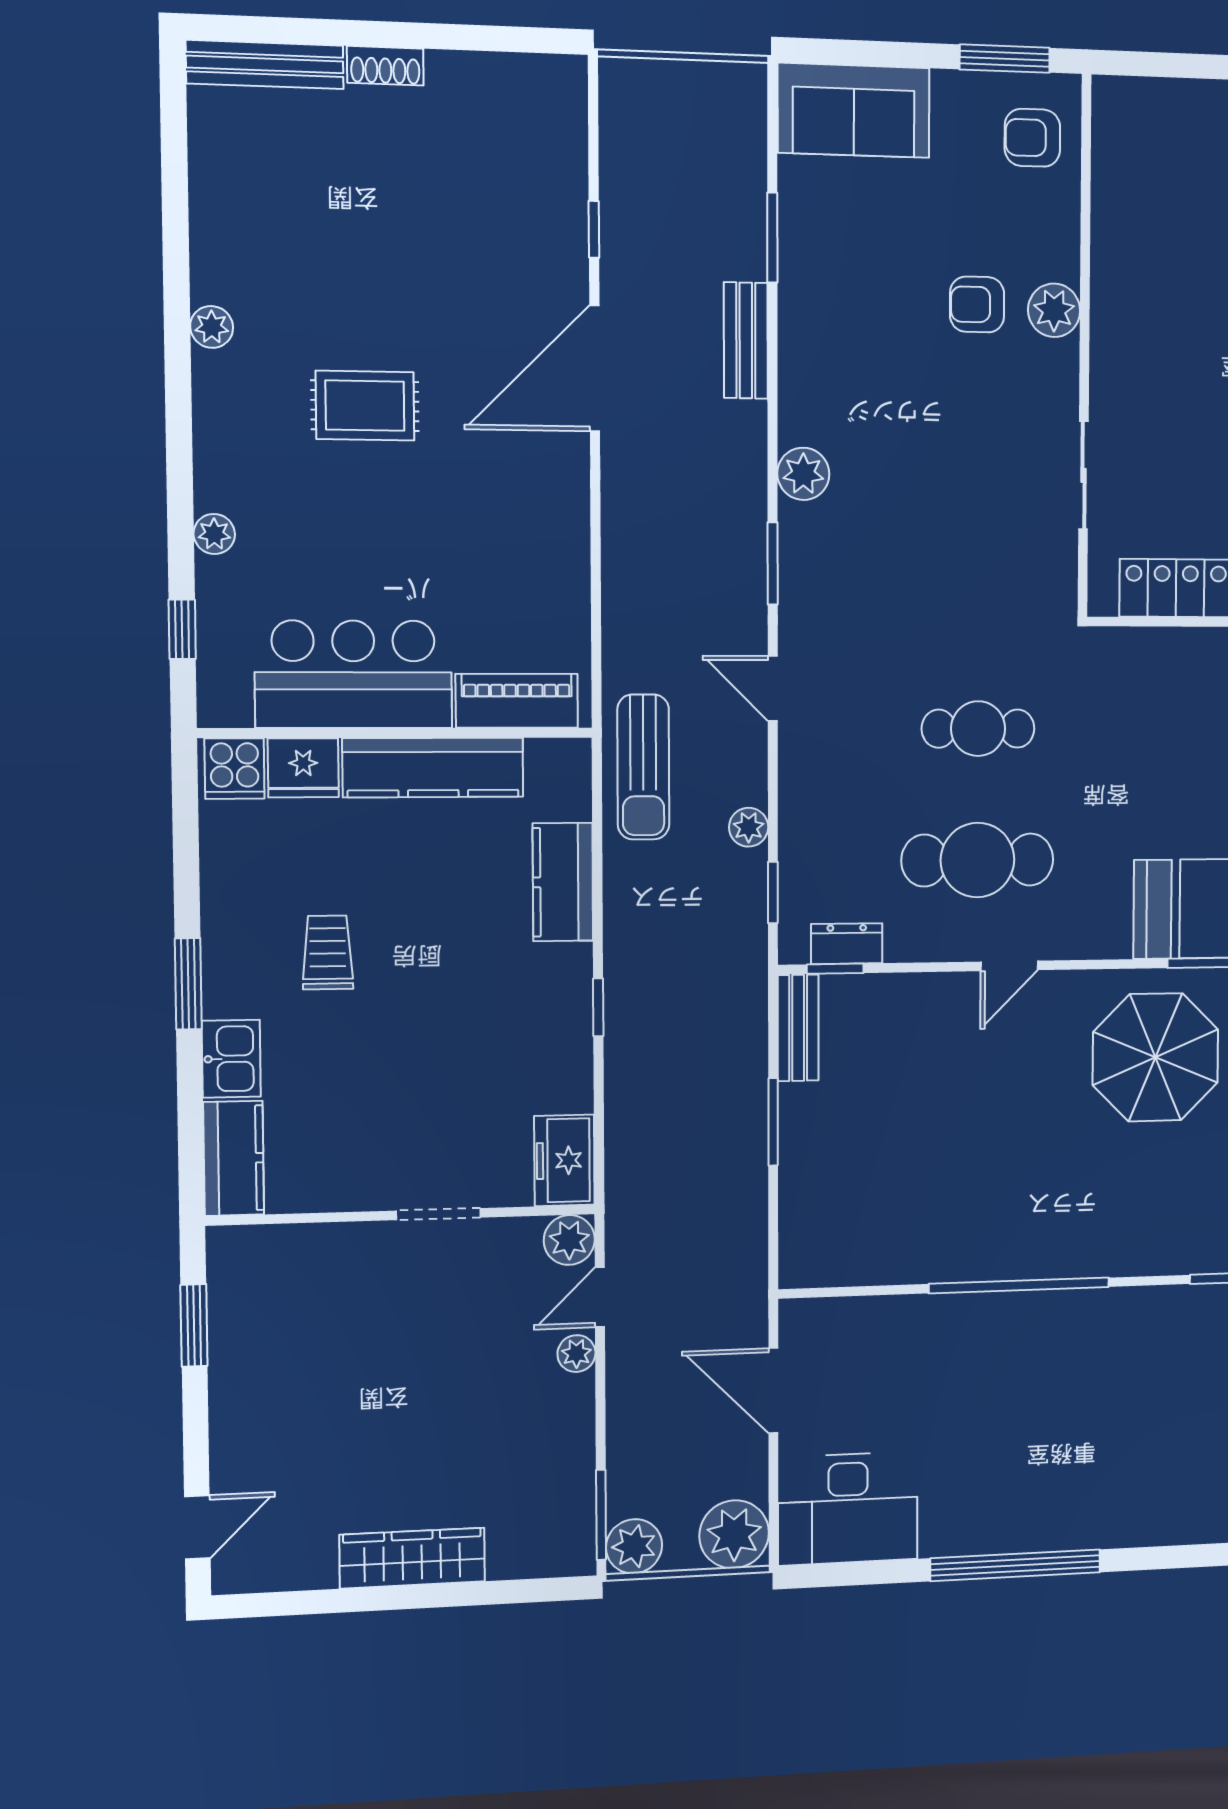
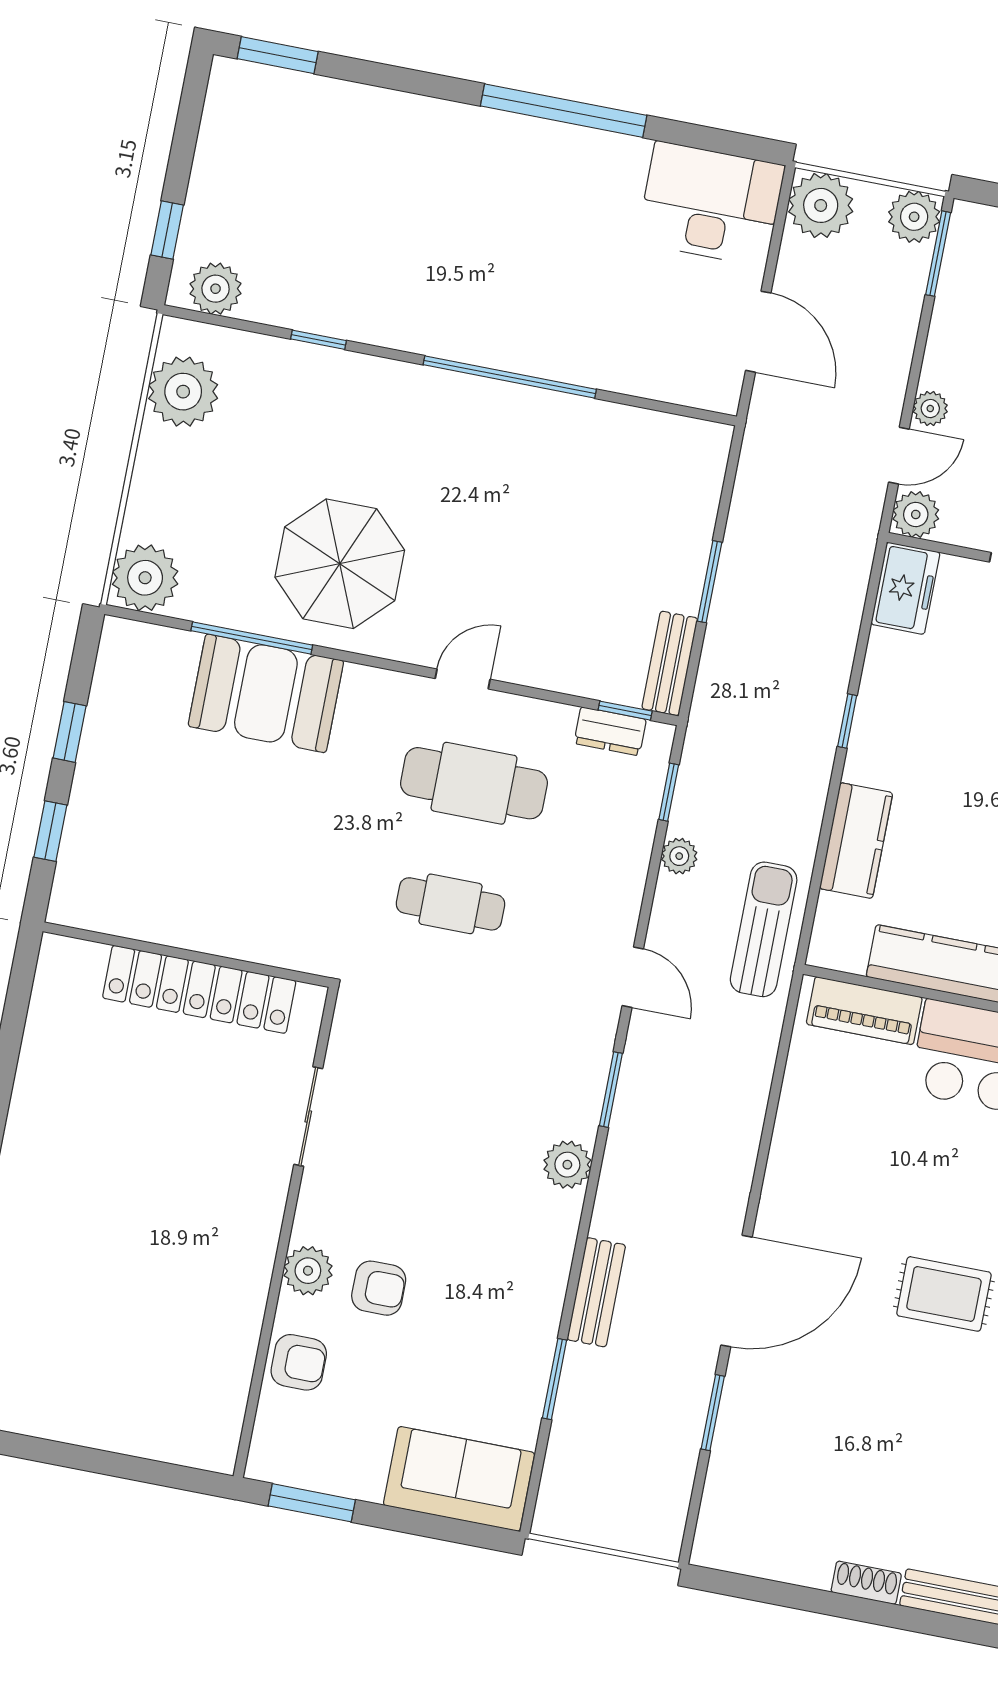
armchair: (1032, 138) -> (299, 1362), moved
window: (594, 229) -> (713, 1413), width x1.50

